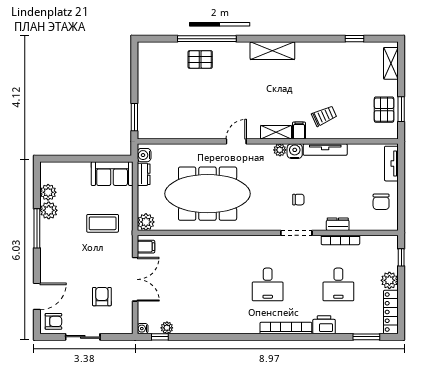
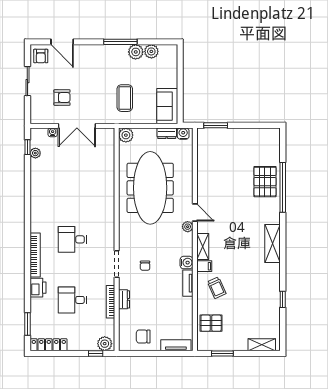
window: (354, 39) -> (283, 299), moved
pallet: (200, 59) -> (265, 182), width x1.50, depth x1.42
pallet: (384, 110) -> (211, 323), moved
plant: (280, 150) -> (188, 227), moved
tv unit: (325, 150) -> (188, 283), width x0.71
filing cabinet: (146, 247) -> (105, 135), removed
plant: (389, 280) -> (105, 344), moved
water cooler: (143, 329) -> (53, 132), moved

